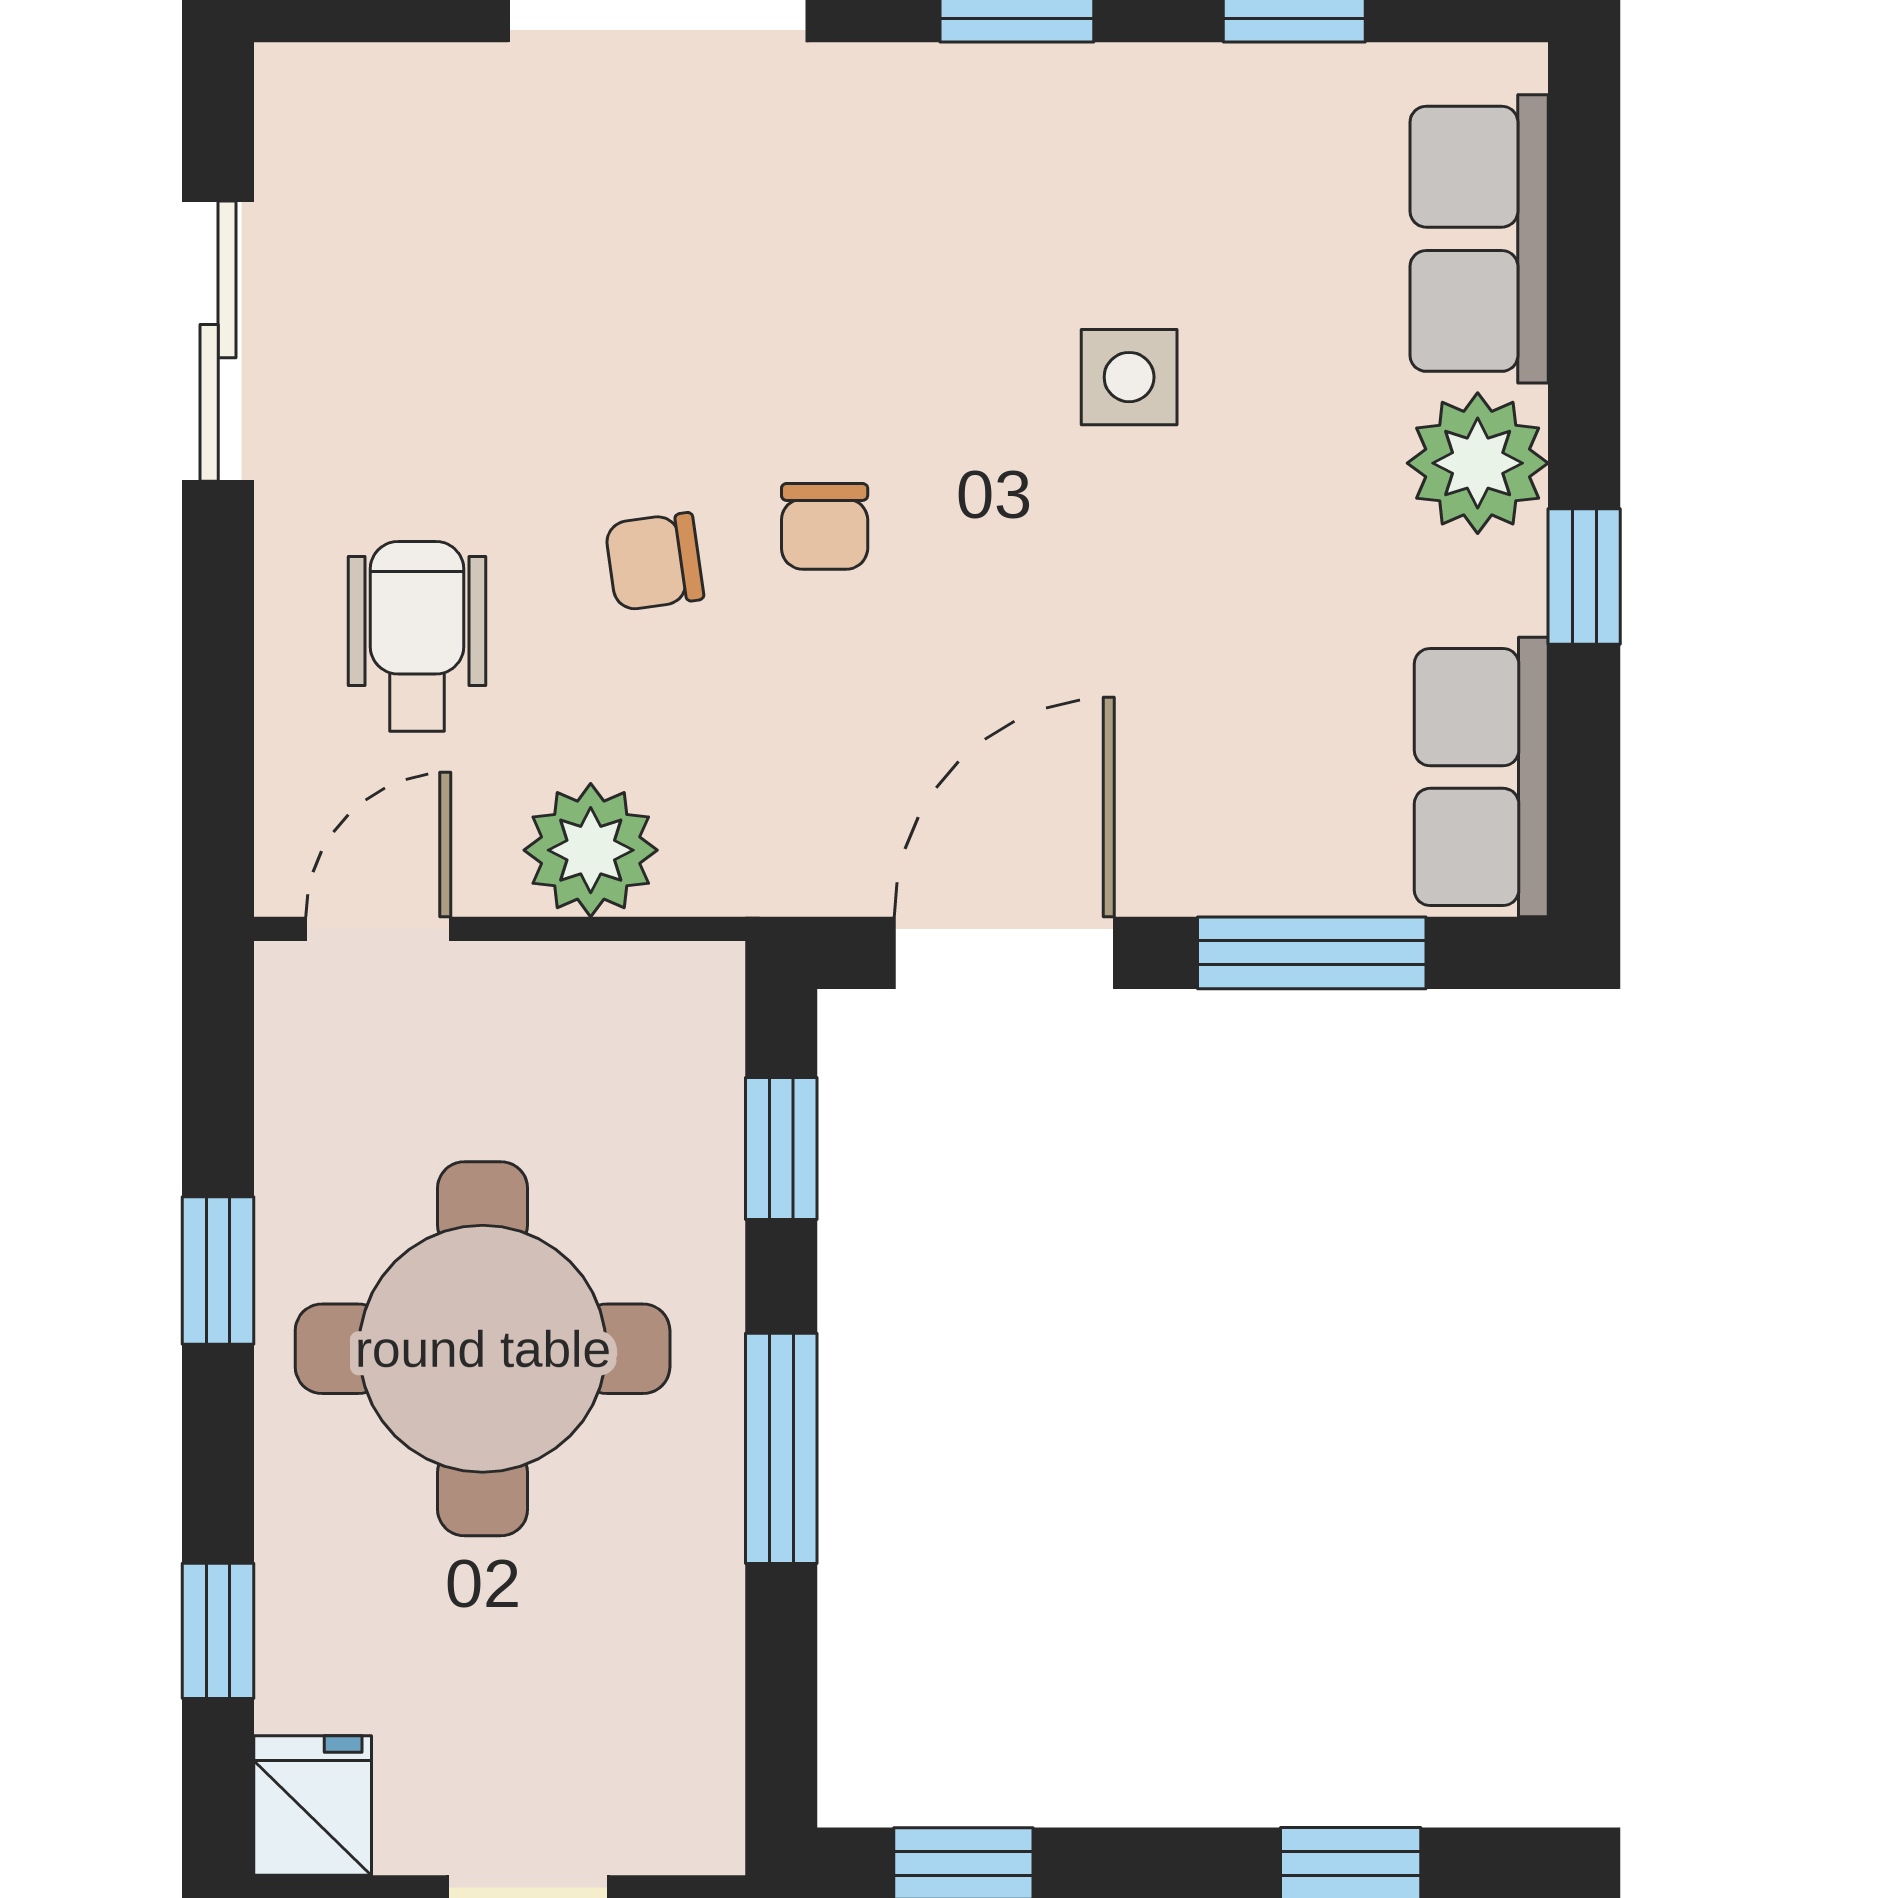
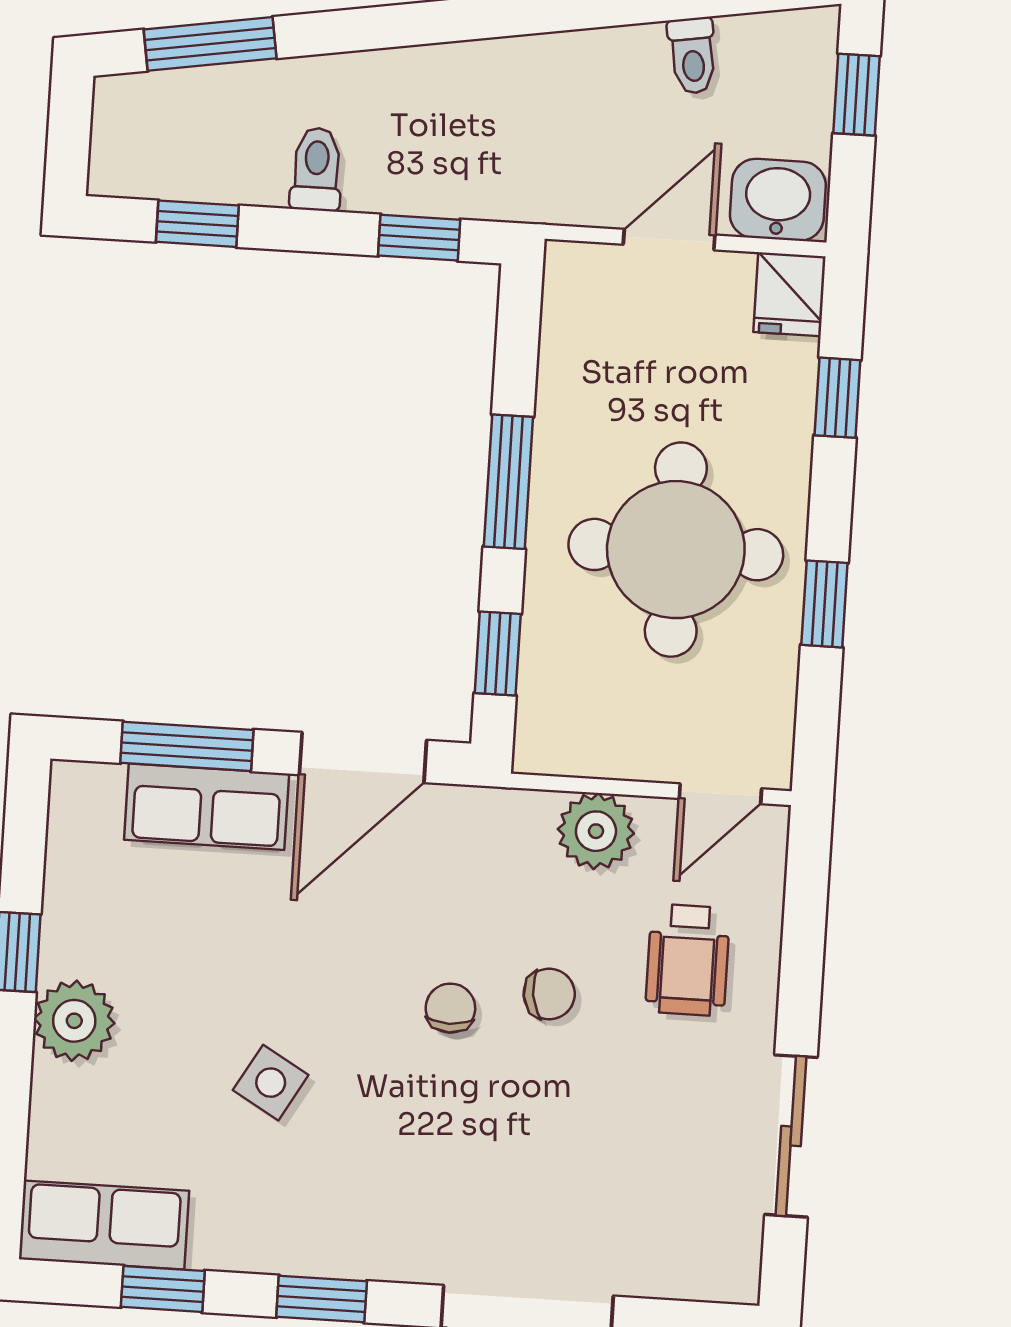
row of seats: (1479, 239) -> (104, 1225), moved, turned -90
side table: (1129, 377) -> (271, 1083), turned 30
row of seats: (1481, 777) -> (207, 807), moved, turned 90

